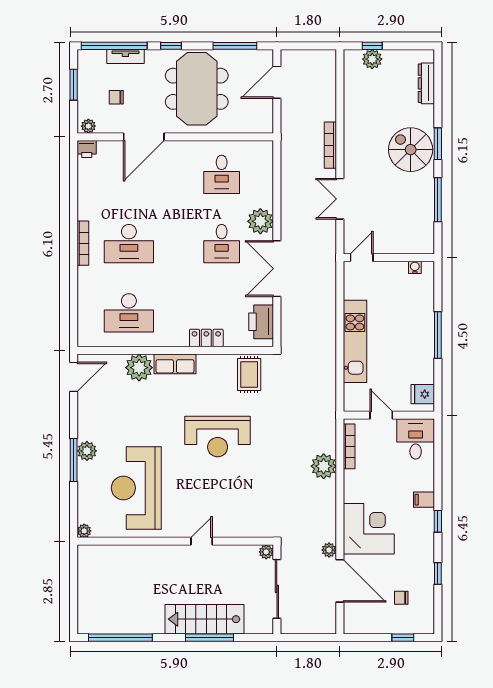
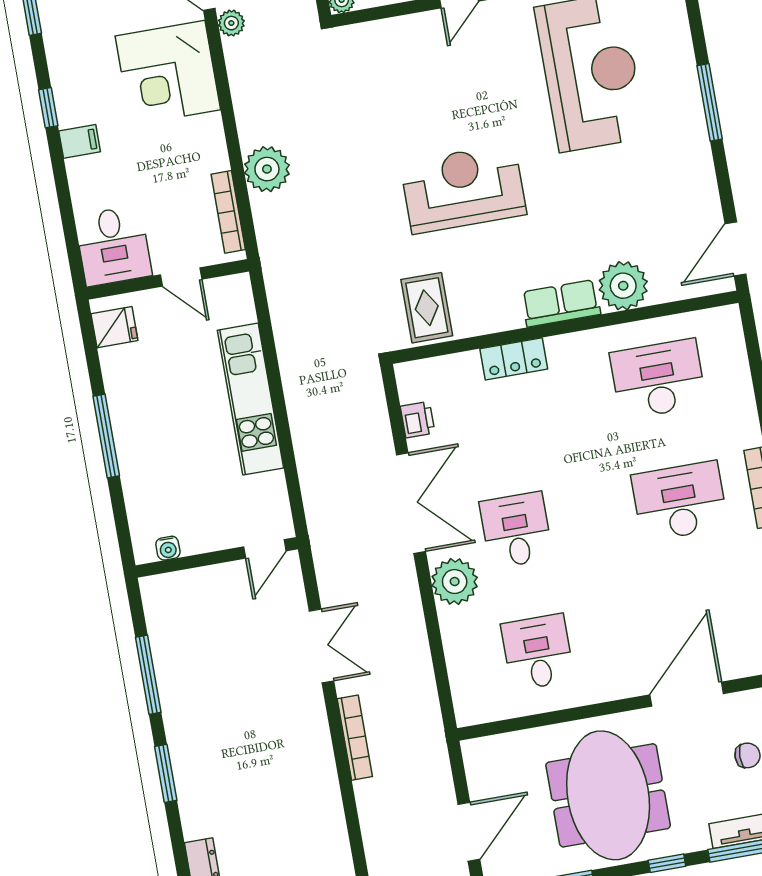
spiral stairs: (411, 150) -> (212, 755), removed
printer: (261, 322) -> (418, 420), width x0.53, depth x0.68
plant: (87, 451) -> (689, 122), removed

